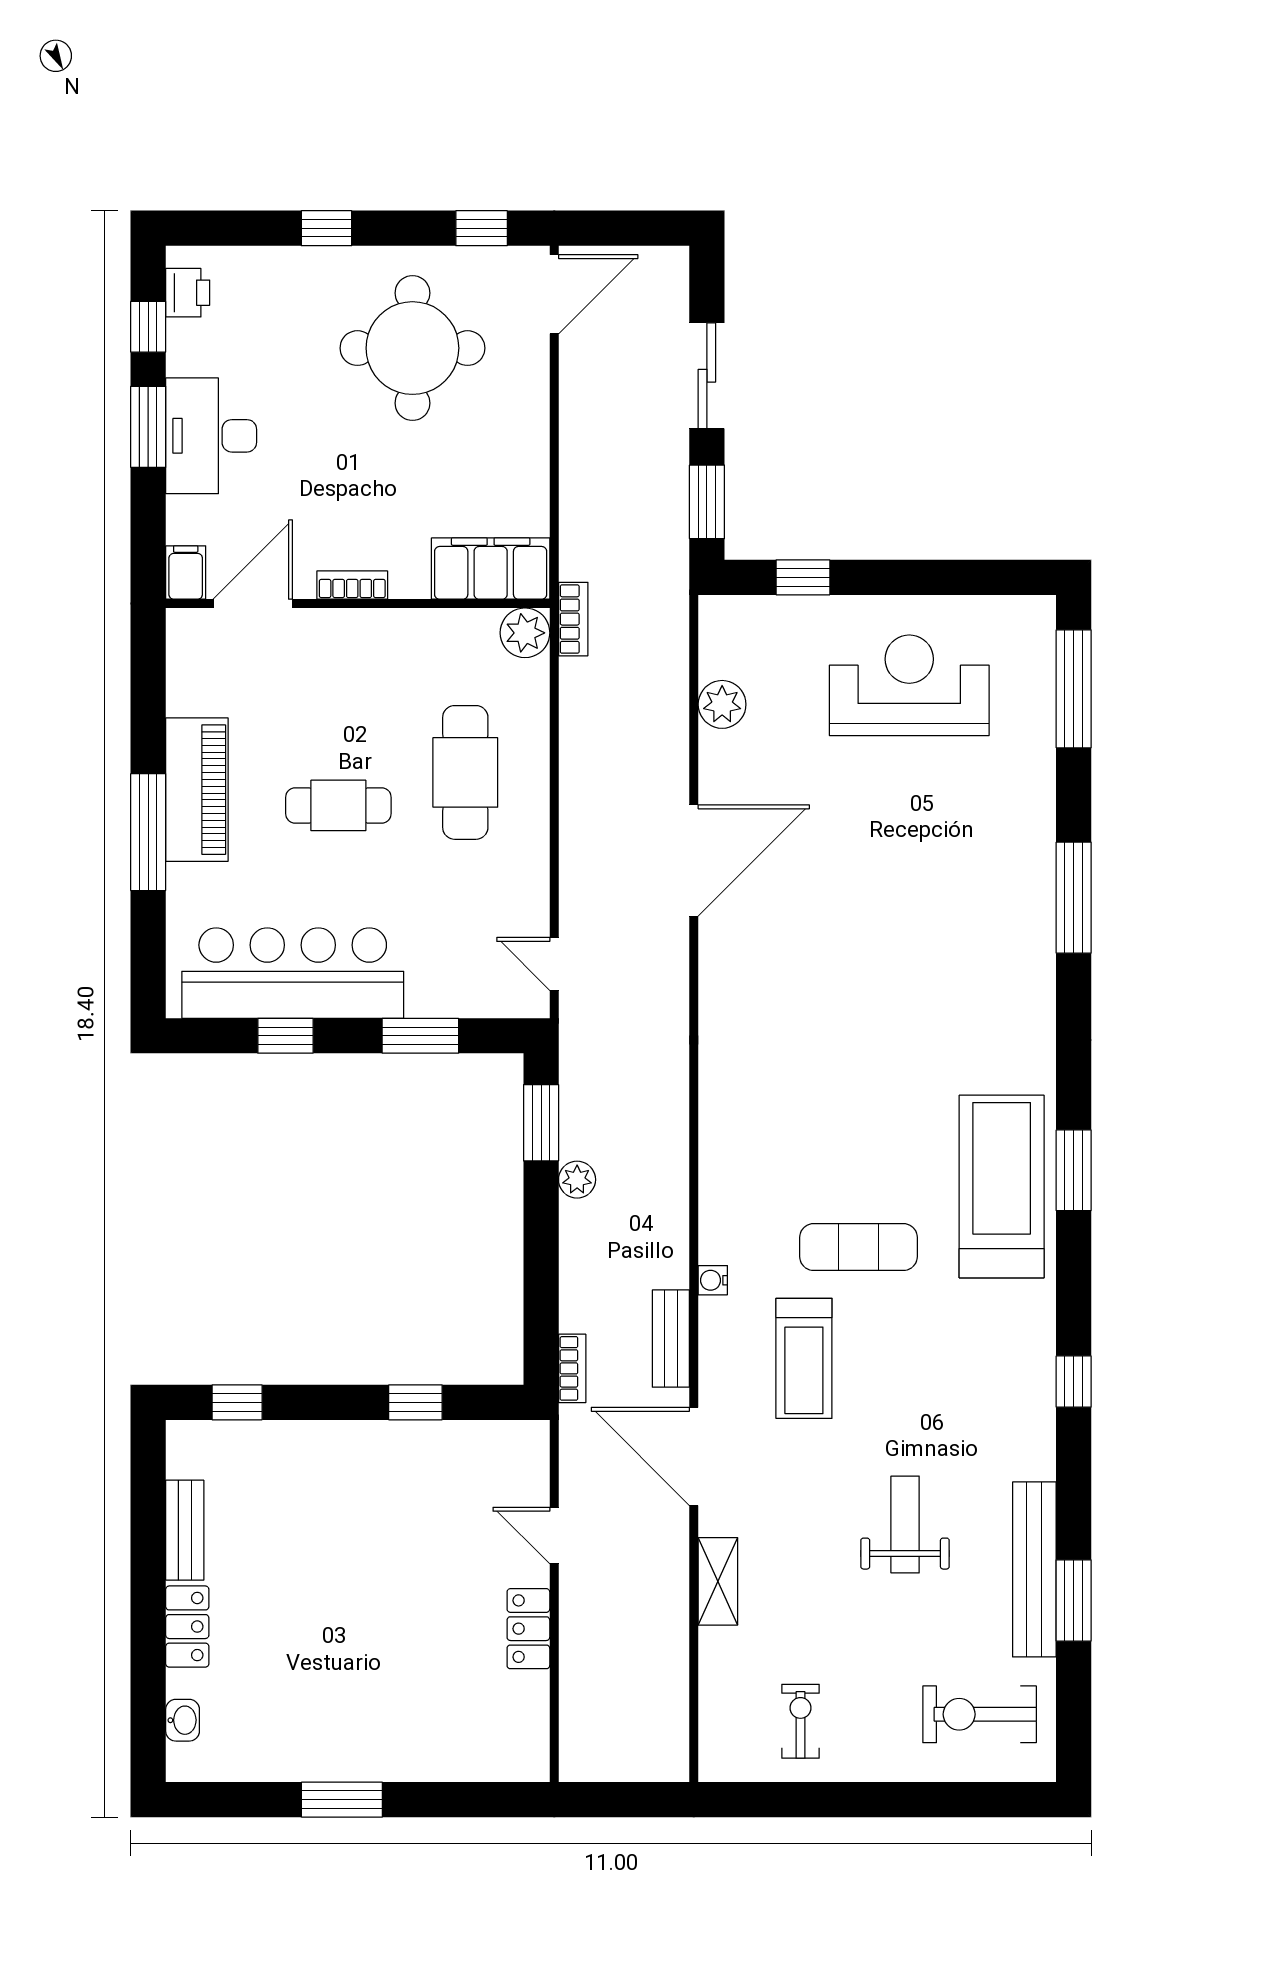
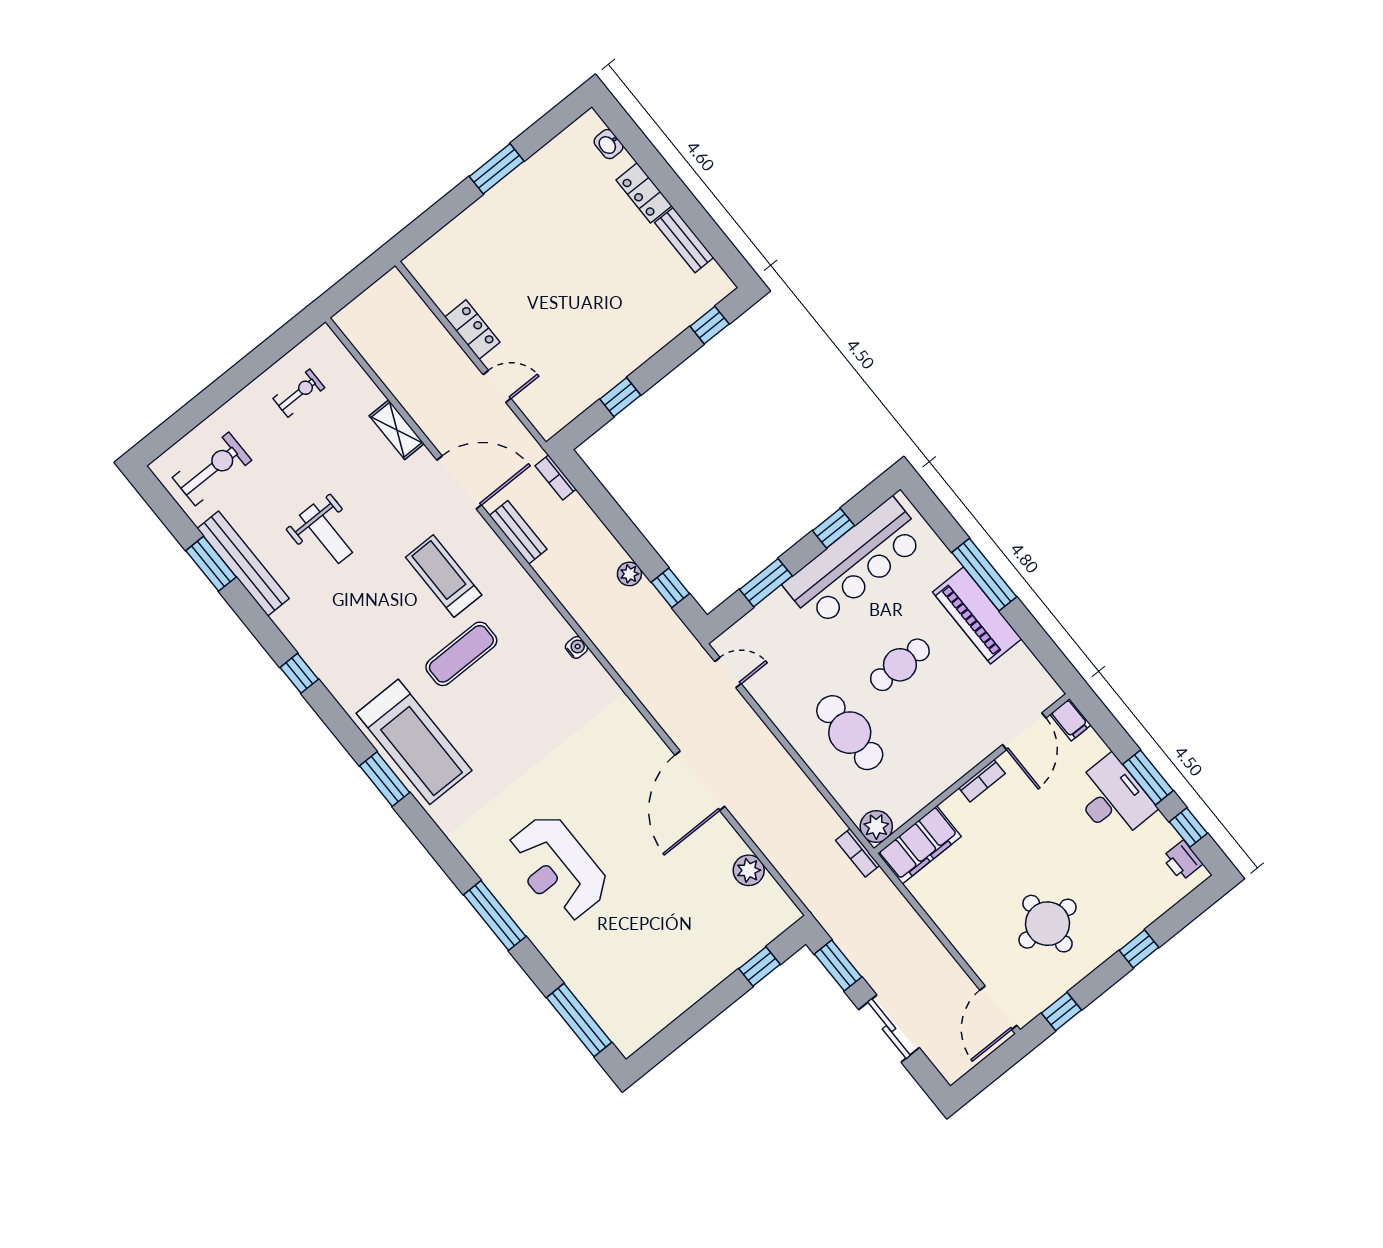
round table: (412, 348) -> (1048, 924), width x0.73, depth x0.73
reception desk: (909, 685) -> (557, 868), moved, turned 90
window: (541, 1123) -> (670, 588), width x0.67
water cooler: (713, 1280) -> (576, 647), moved
exercise bike: (800, 1721) -> (299, 393), turned -90

